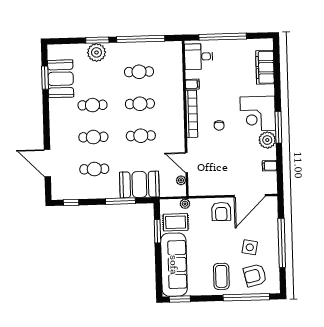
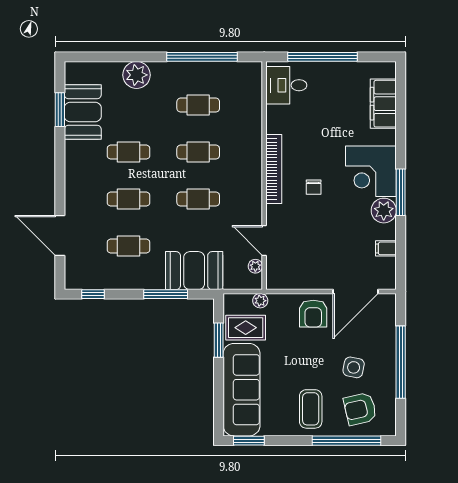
window: (97, 40) -> (138, 57), removed
filing cabinet: (192, 84) -> (276, 125), removed

